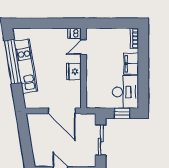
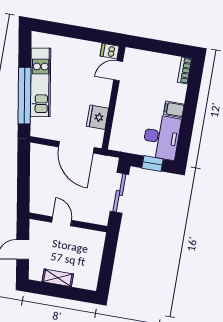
window: (13, 62) -> (24, 96), moved
filing cabinet: (131, 64) -> (174, 109), width x0.50
fridge: (74, 72) -> (97, 117), moved

